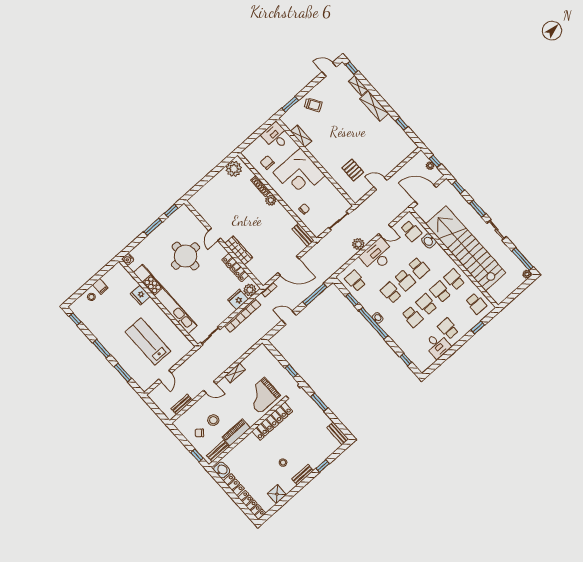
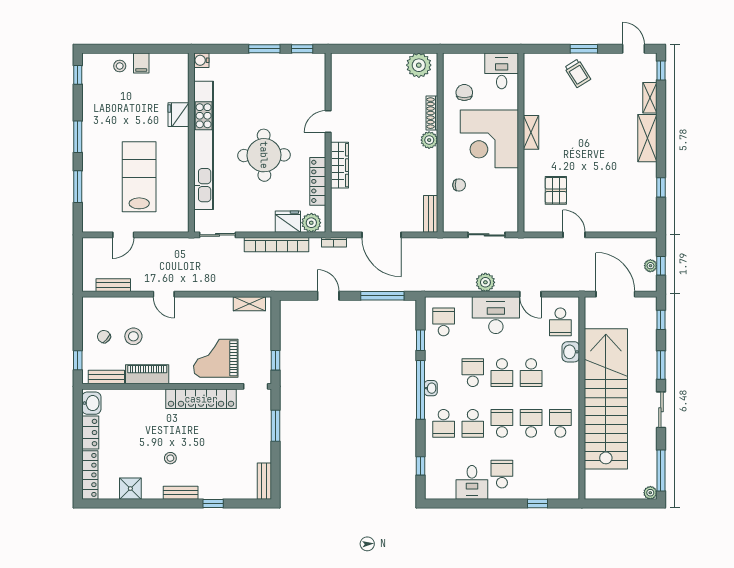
window: (290, 104) -> (584, 49), moved
shelving: (301, 136) -> (531, 132), moved
round table: (186, 256) -> (264, 155), moved
school desk: (476, 304) -> (444, 423), moved
shelving: (235, 373) -> (249, 304), moved

